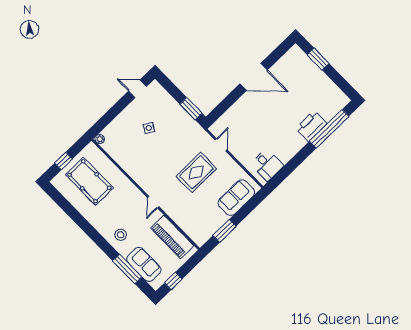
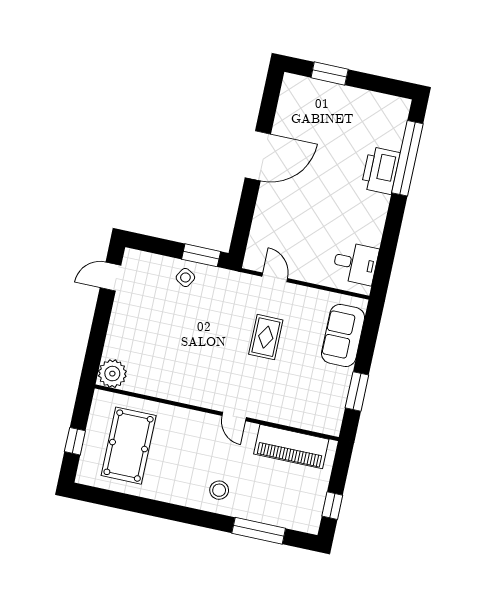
side table: (149, 128) -> (185, 277), moved
plant: (100, 139) -> (112, 374), width x1.88, depth x1.88
rug: (196, 172) -> (266, 337), width x0.73, depth x0.70
pool table: (89, 181) -> (129, 446), turned 90
sofa: (144, 264) -> (277, 510), removed

